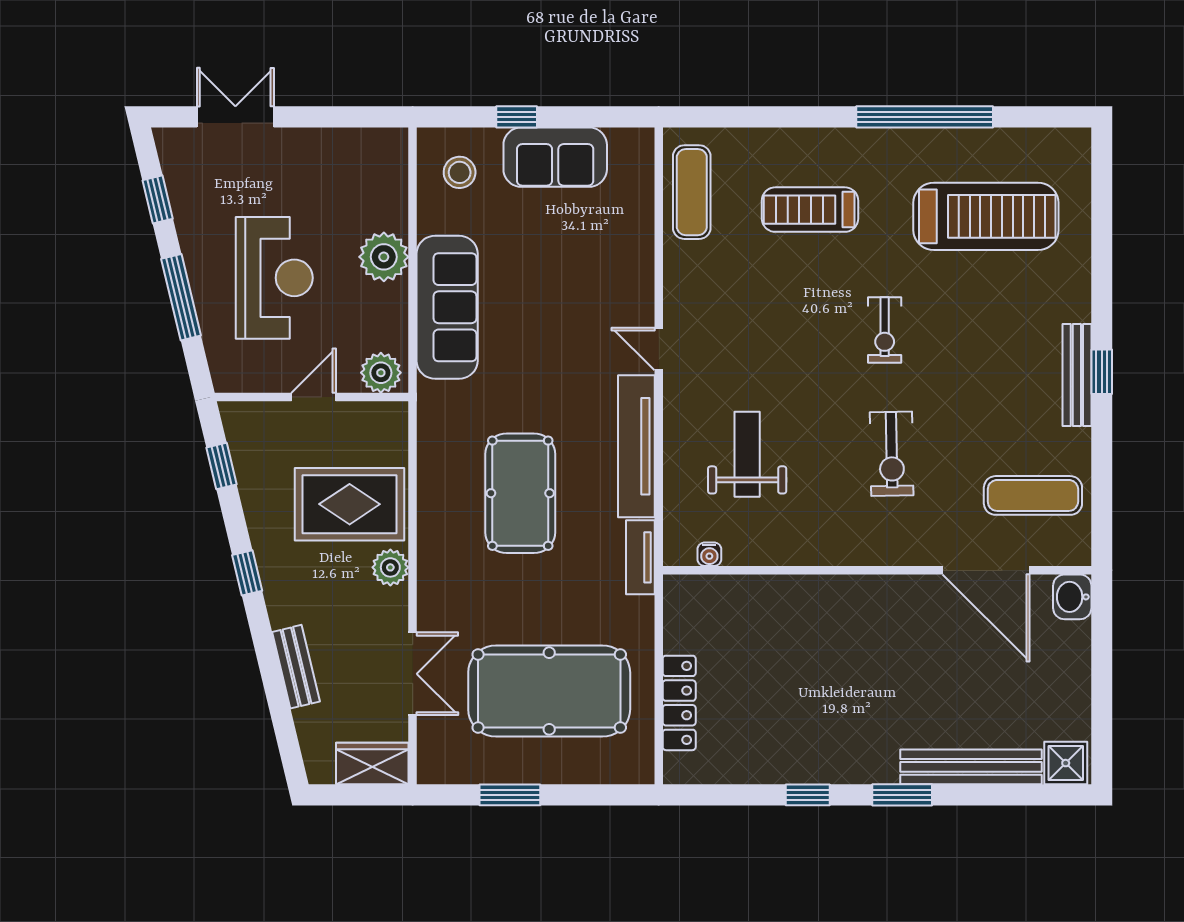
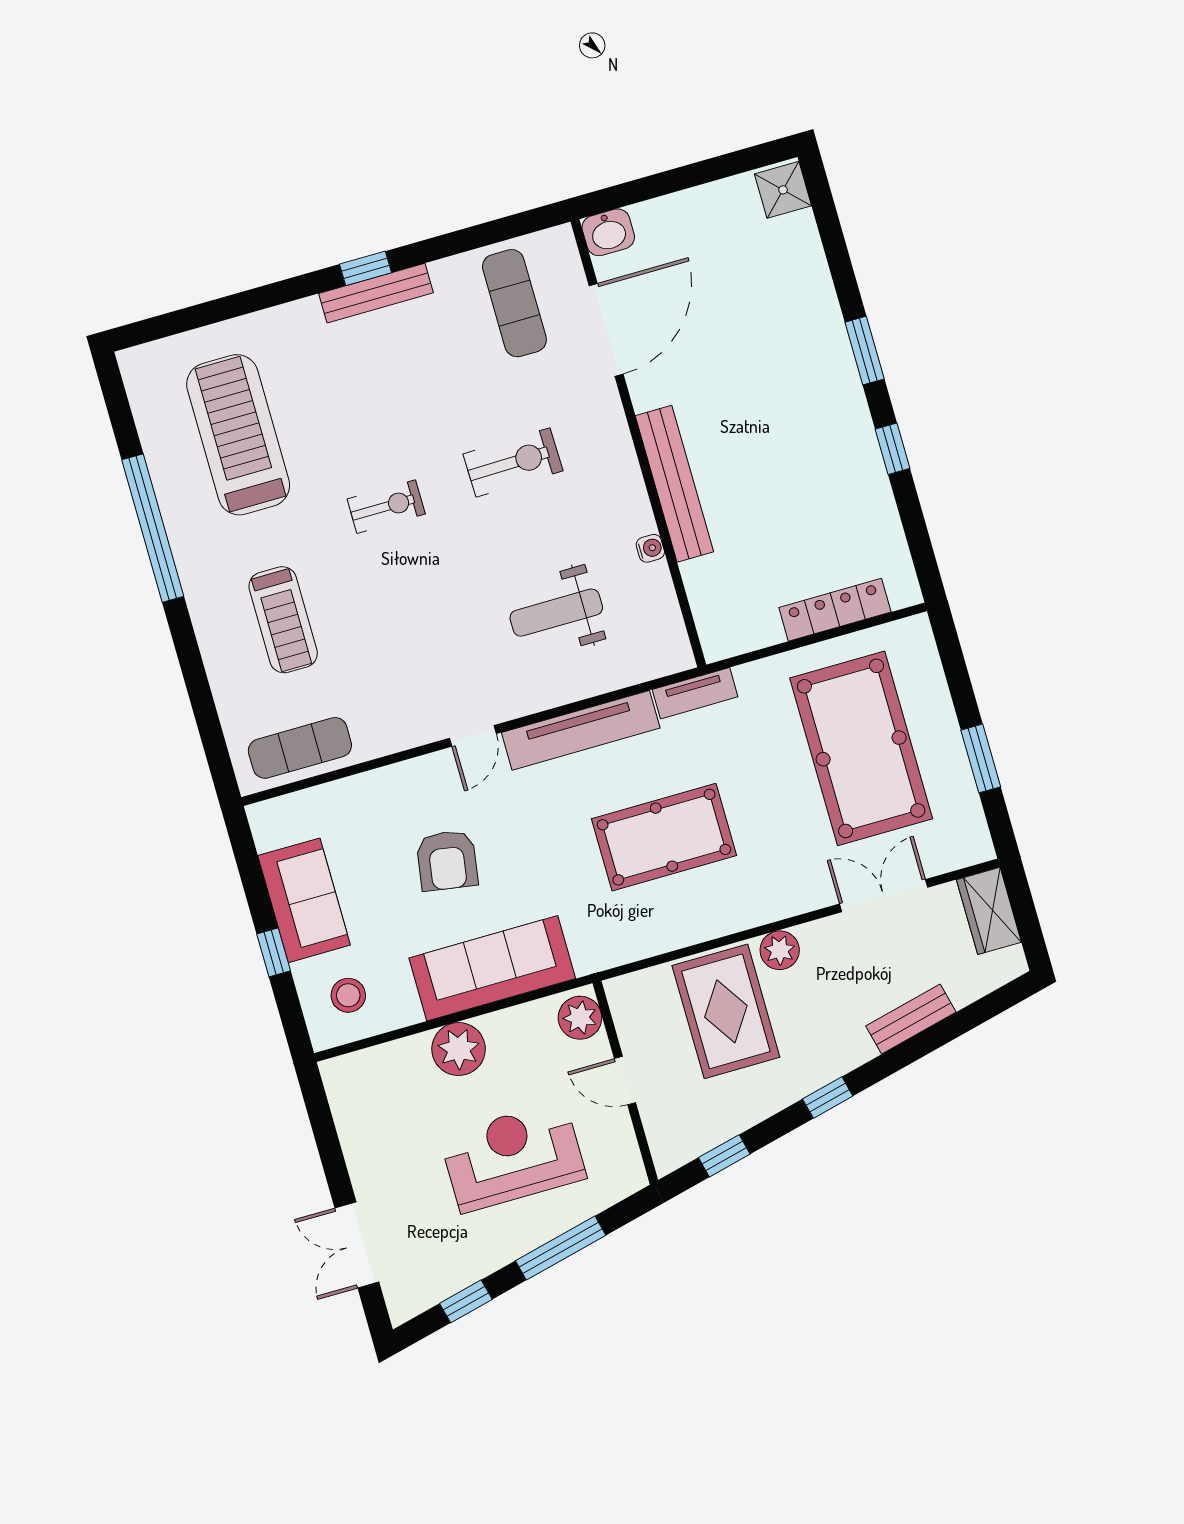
armchair: (554, 294) -> (447, 860), added
water cooler: (709, 554) -> (650, 548), moved
bench: (971, 767) -> (674, 484), moved

